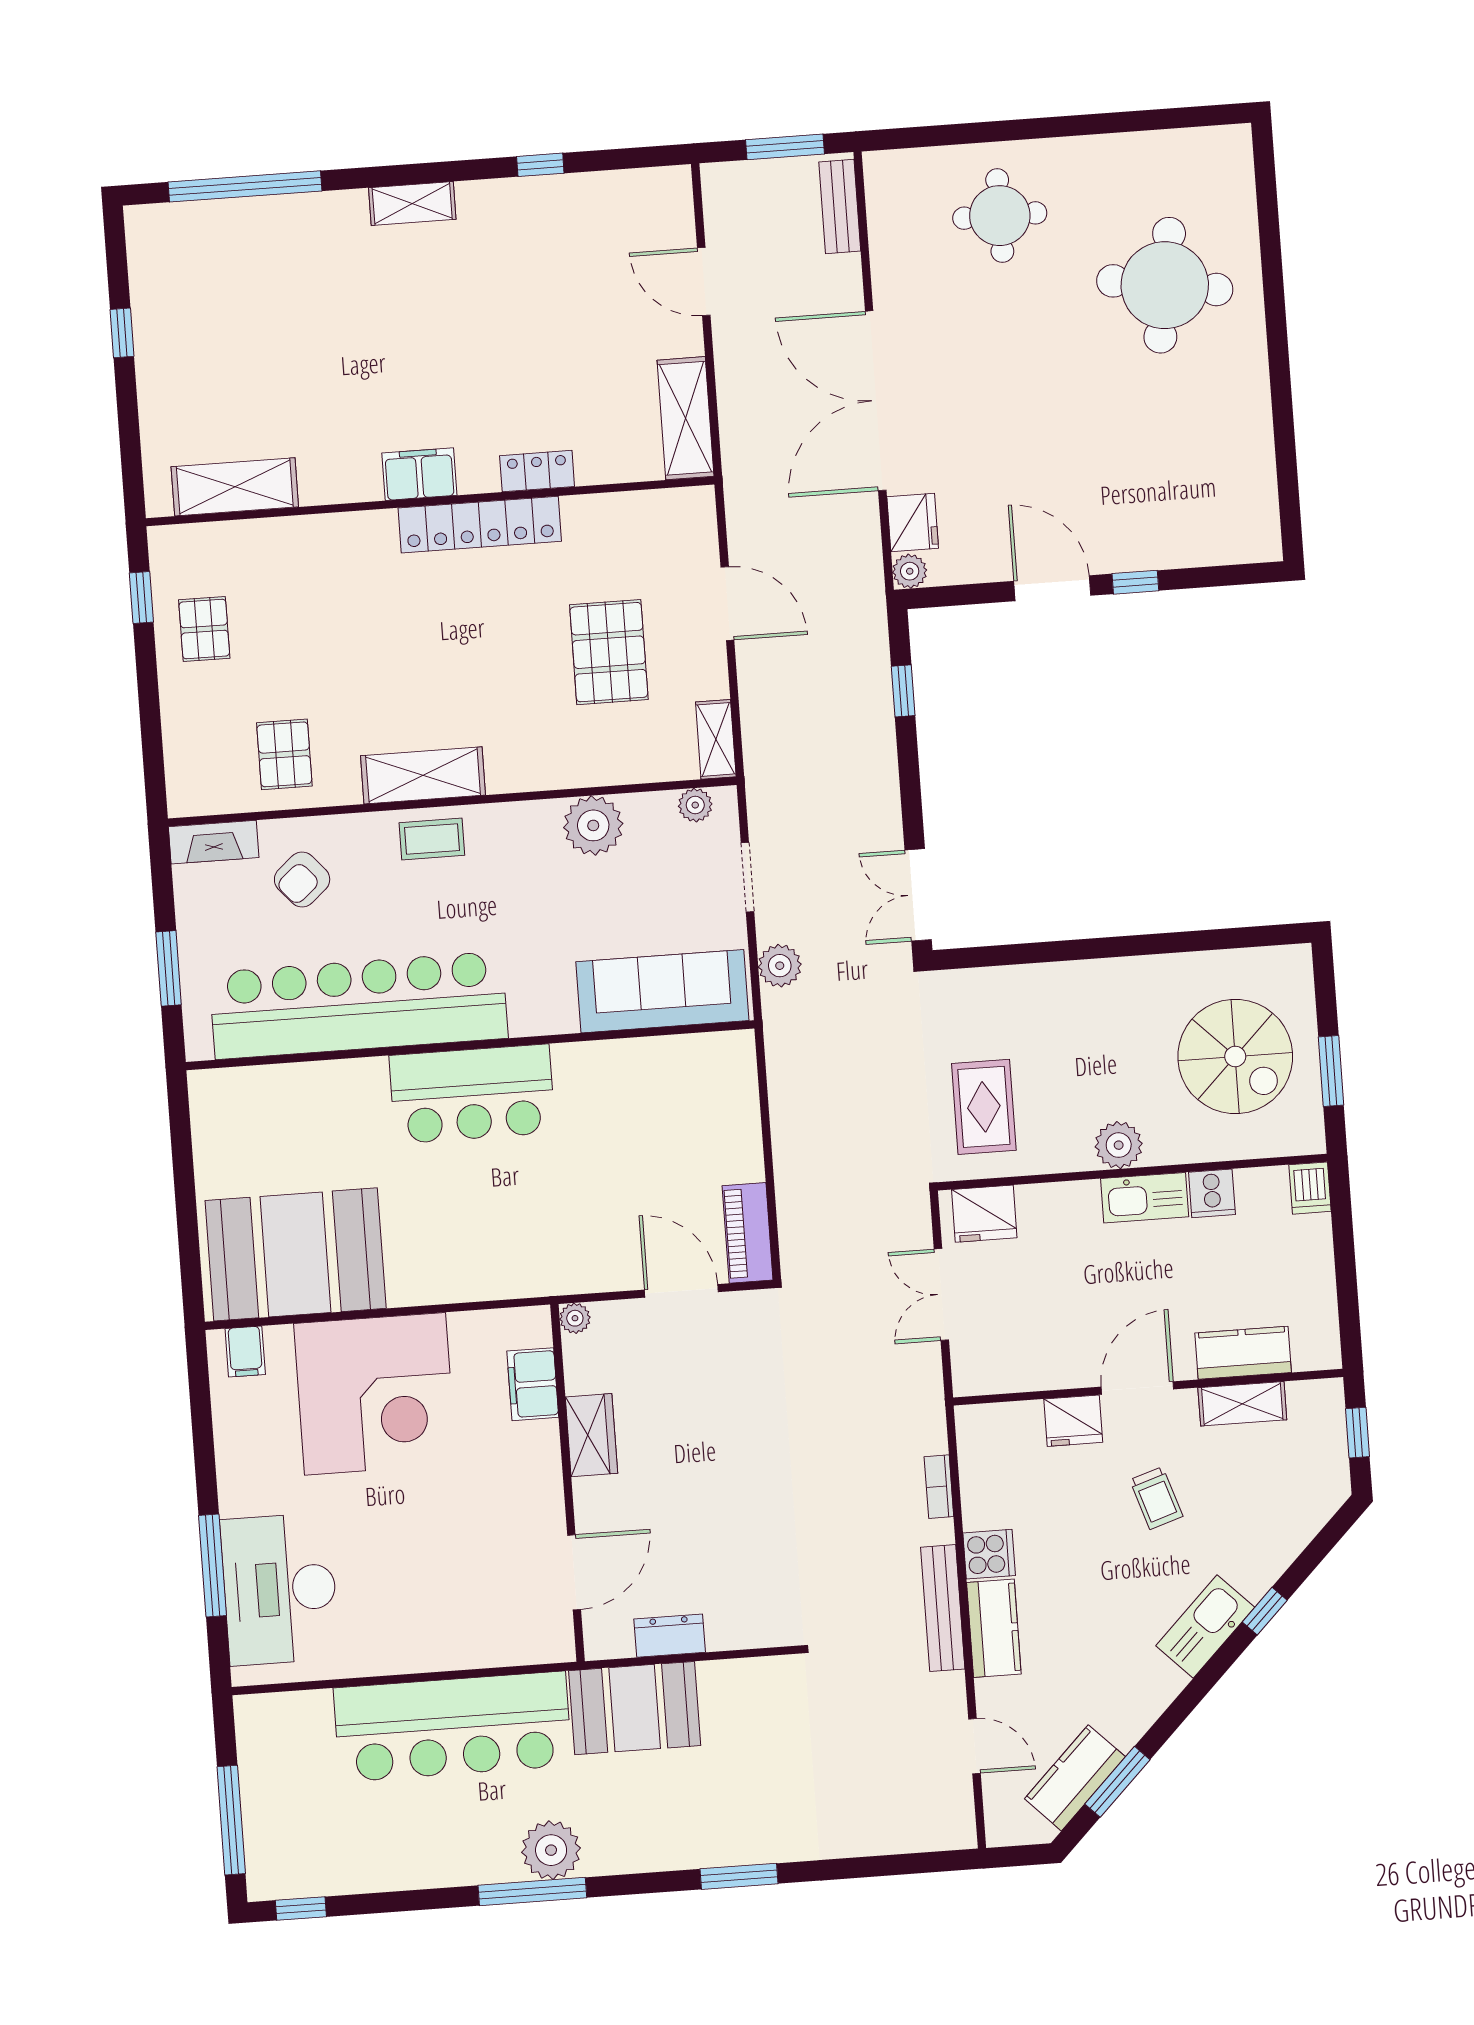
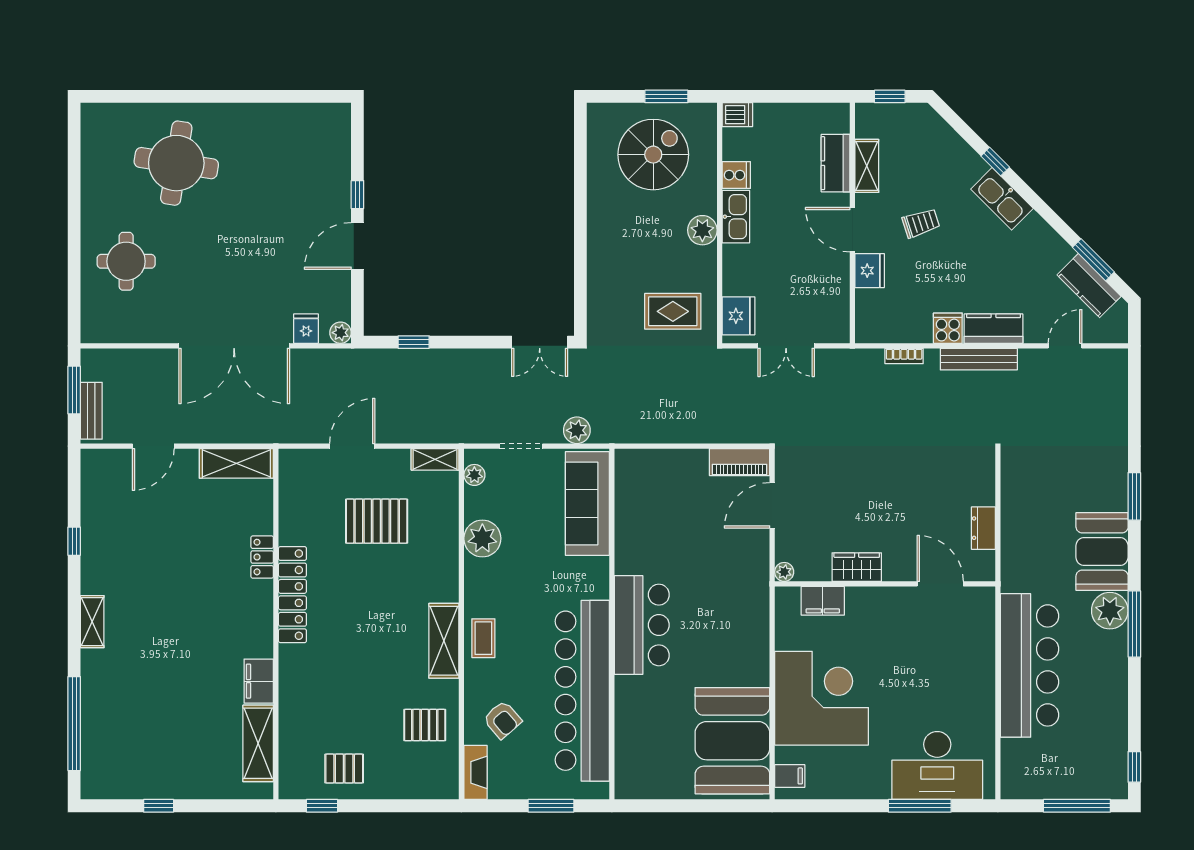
bench: (840, 207) -> (91, 411), moved, turned 90
filing cabinet: (419, 474) -> (259, 681), moved
fridge: (913, 523) -> (306, 329), width x0.72
booth: (635, 1708) -> (1102, 551), moved

